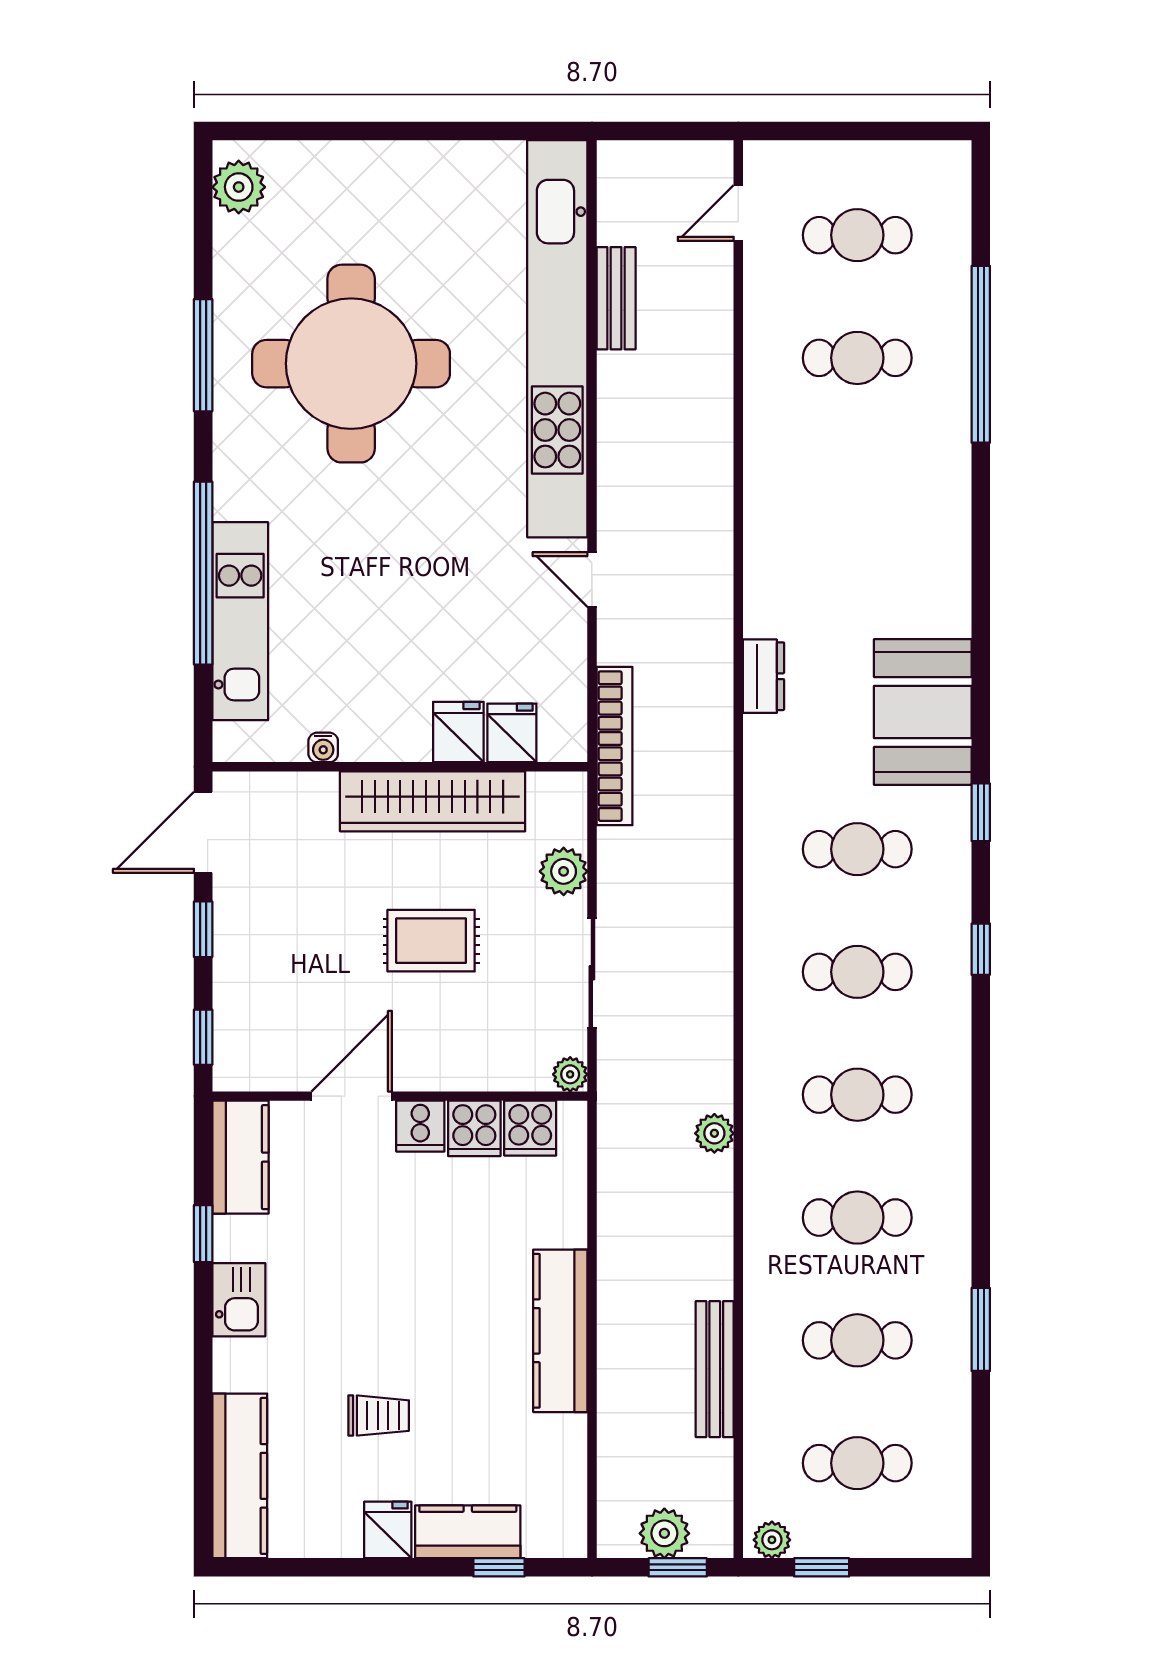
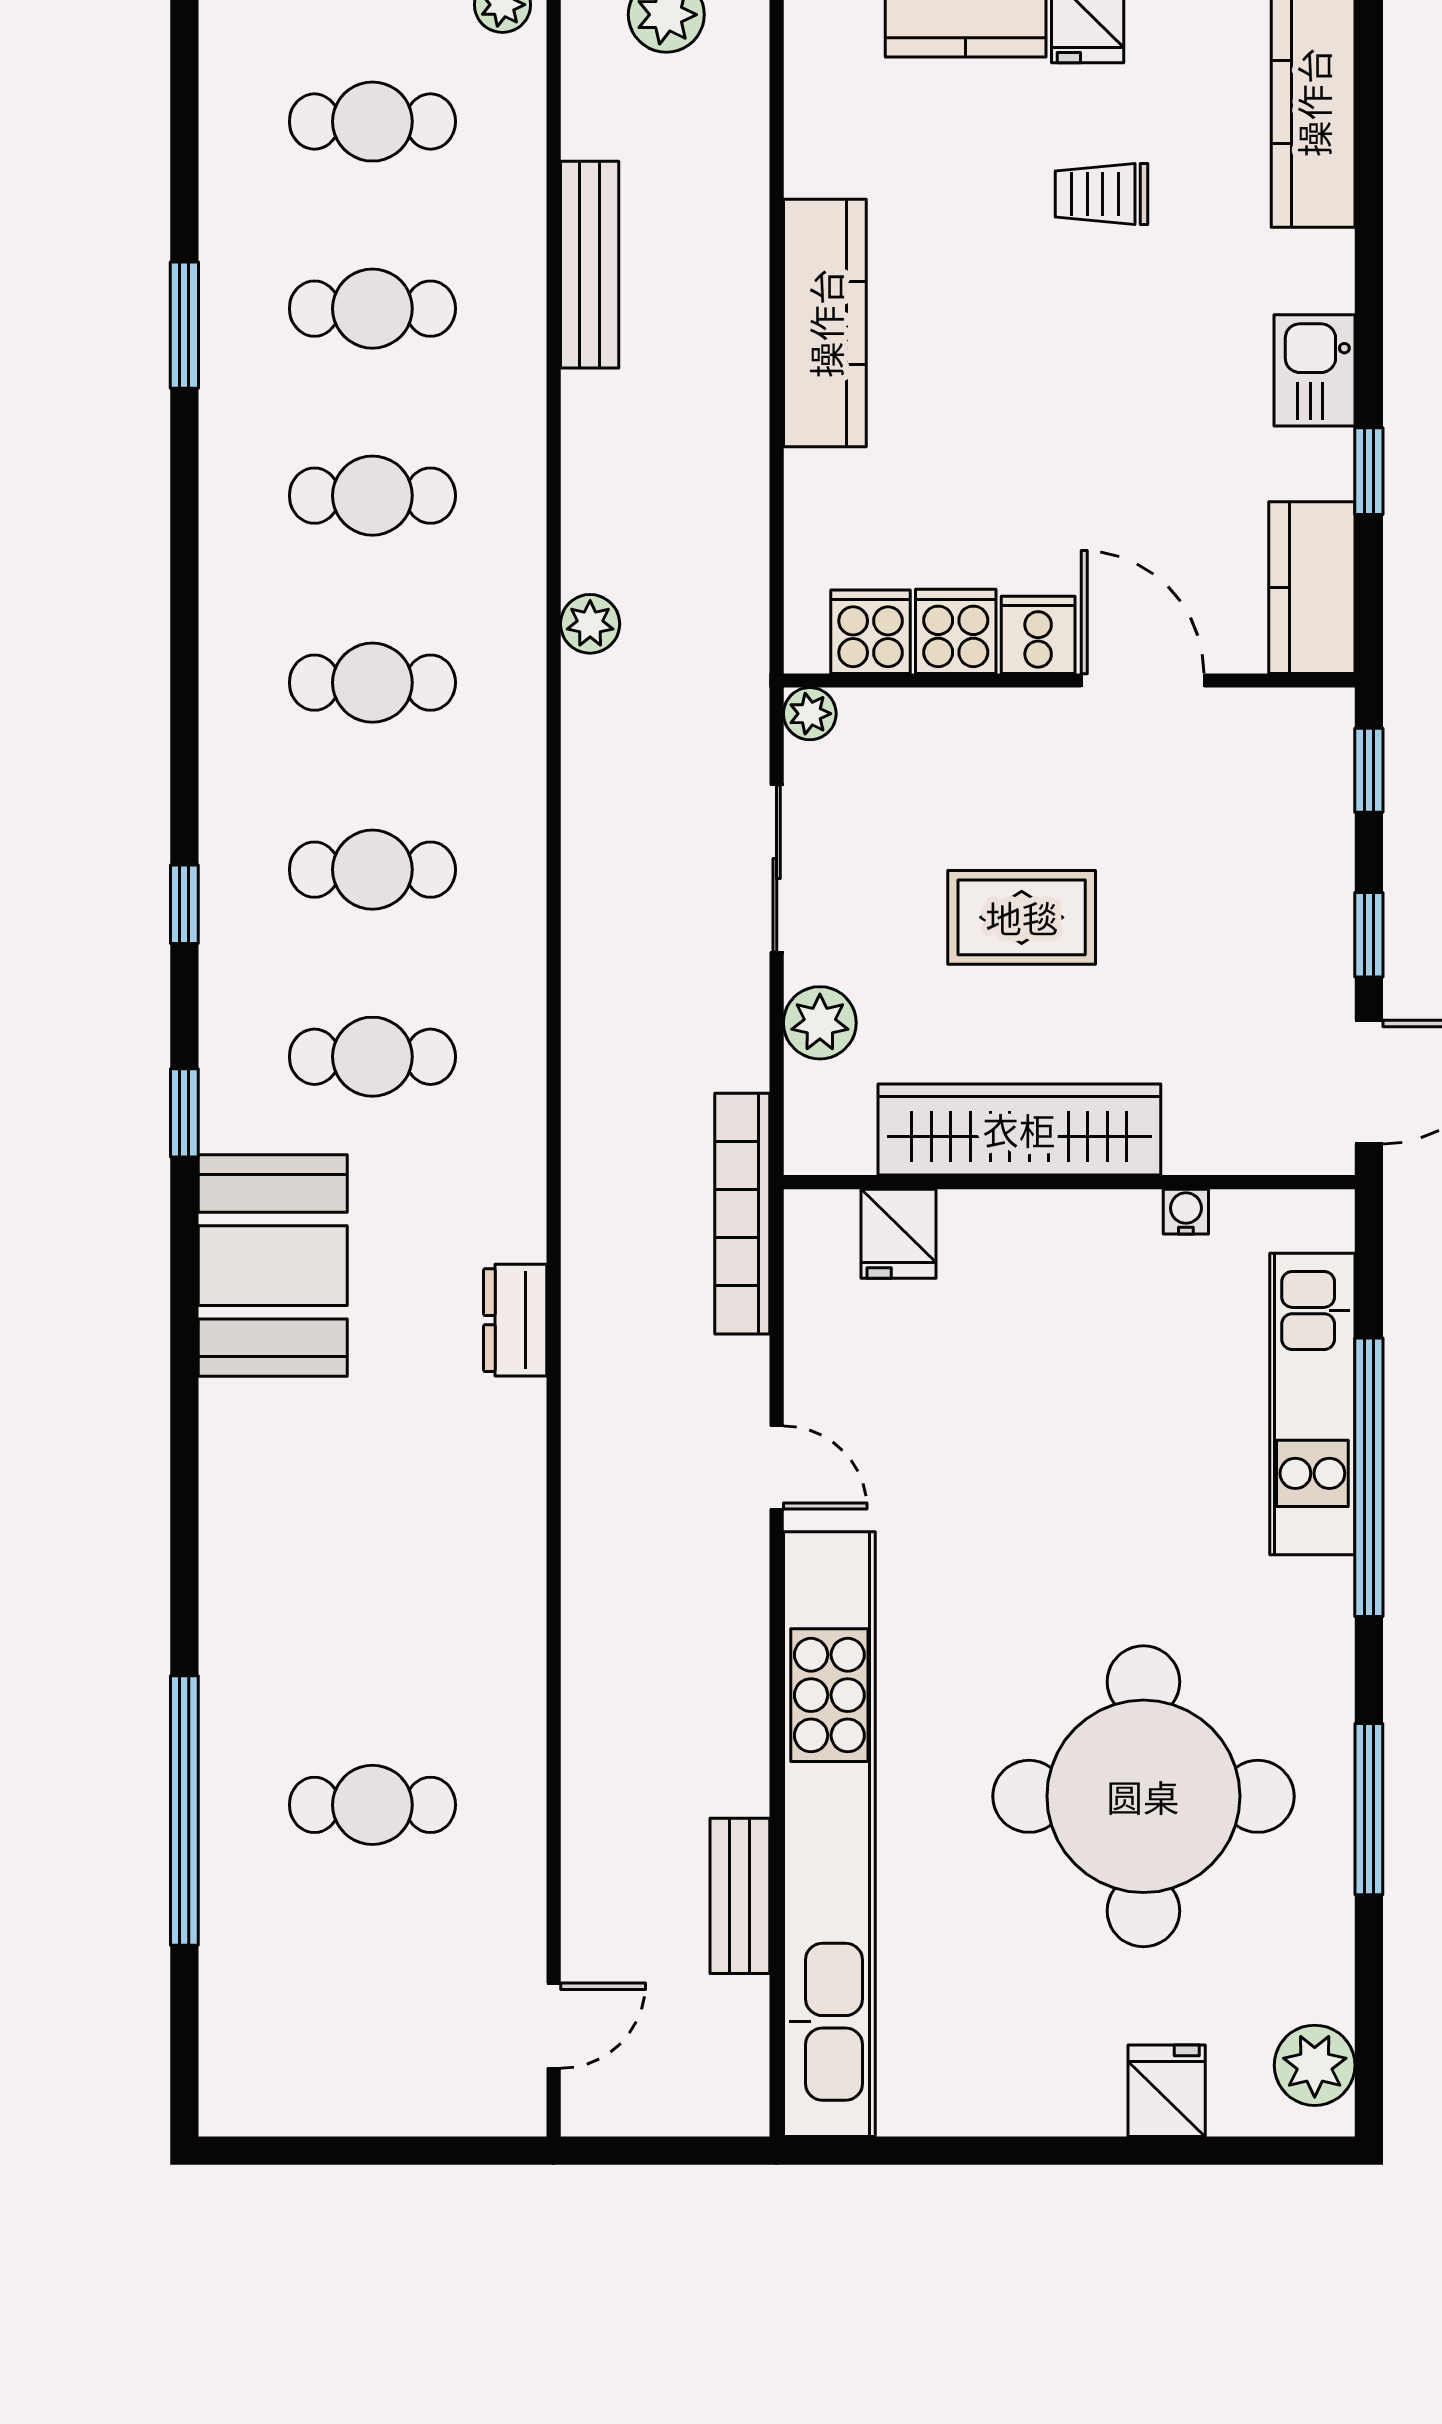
cafe table: (857, 235) -> (372, 1992), removed
fridge: (458, 732) -> (1167, 2091), moved, turned 180
door: (352, 1096) -> (1143, 680), swing flipped

